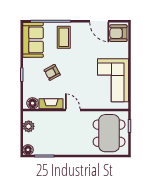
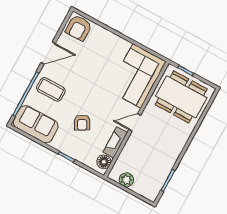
door: (99, 21) -> (48, 53), moved
corner sofa: (113, 80) -> (137, 76), moved, turned 90
floor lamp: (28, 150) -> (151, 194), removed

